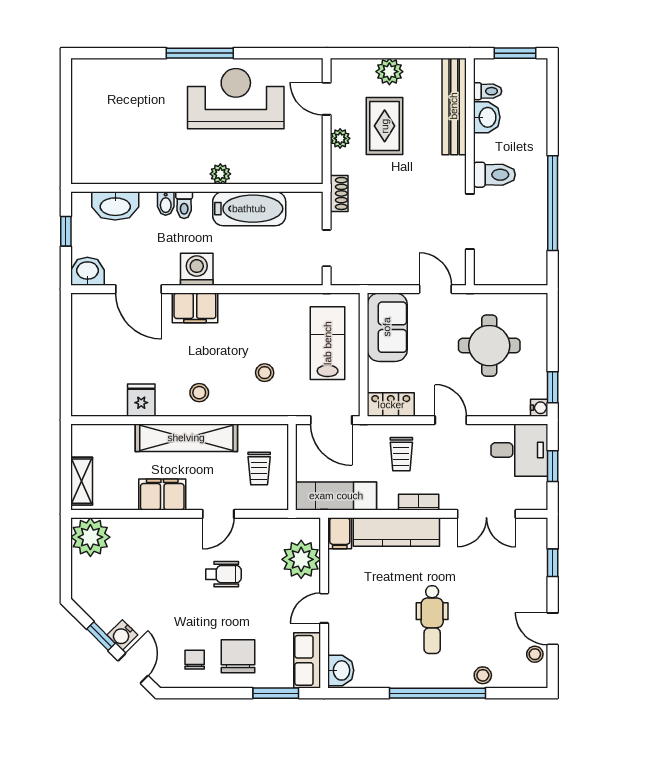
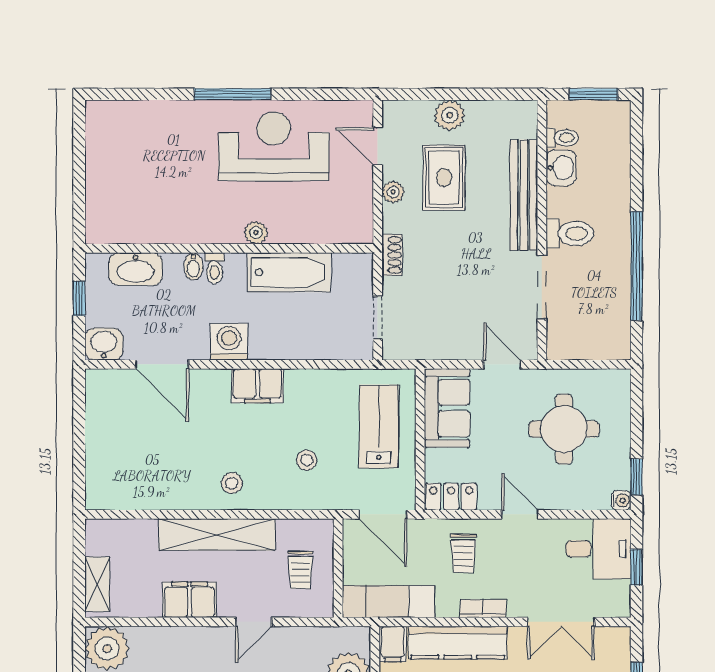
bench: (454, 106) -> (524, 195), moved
filing cabinet: (195, 308) -> (257, 386), moved
fridge: (141, 400) -> (165, 492), removed

